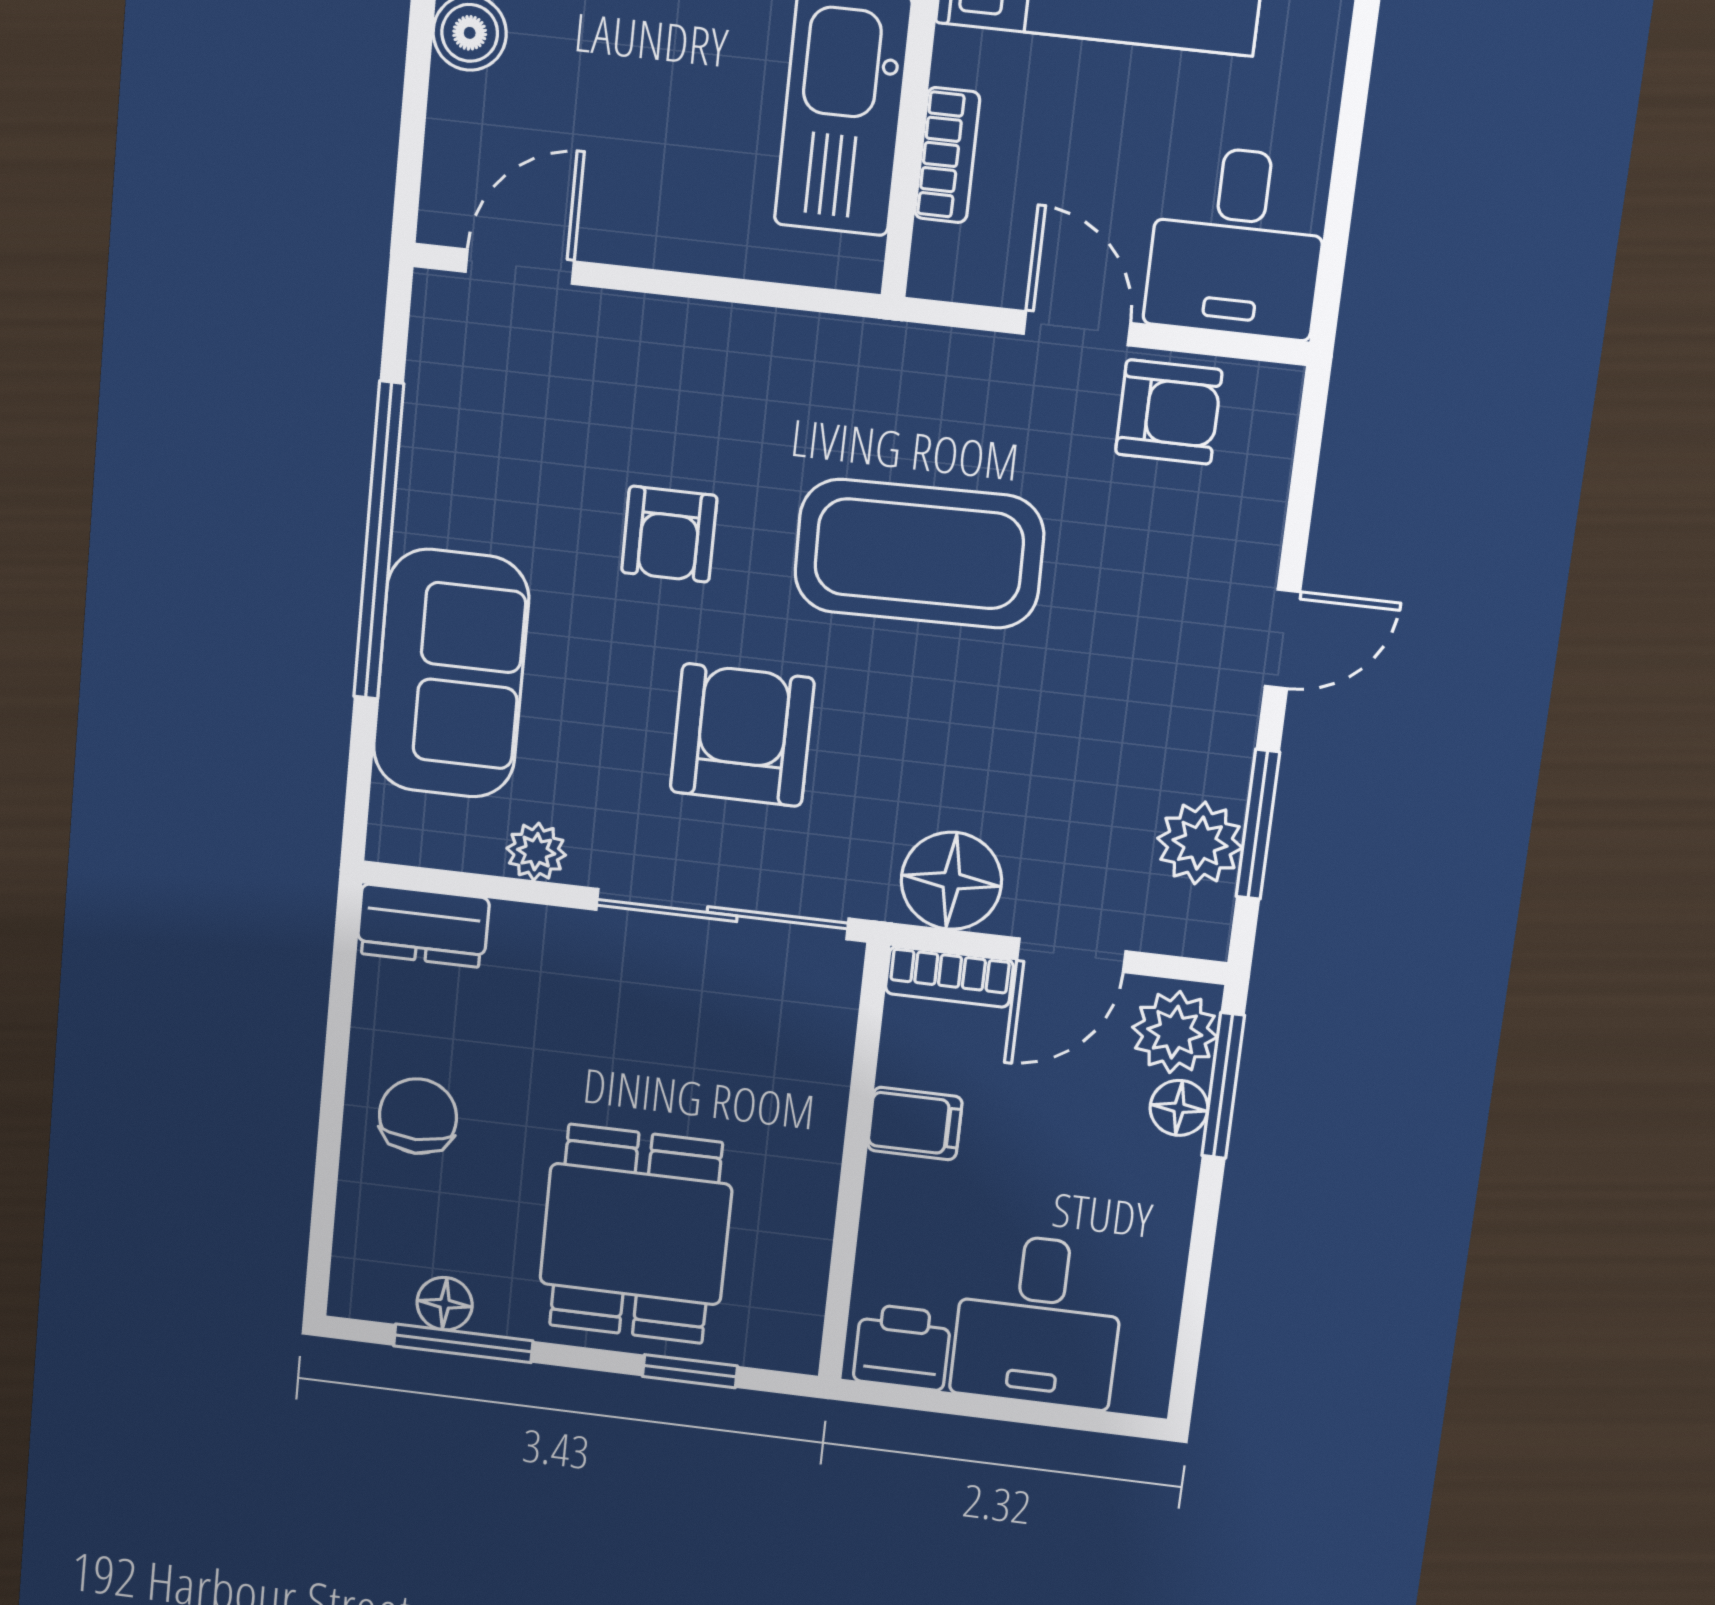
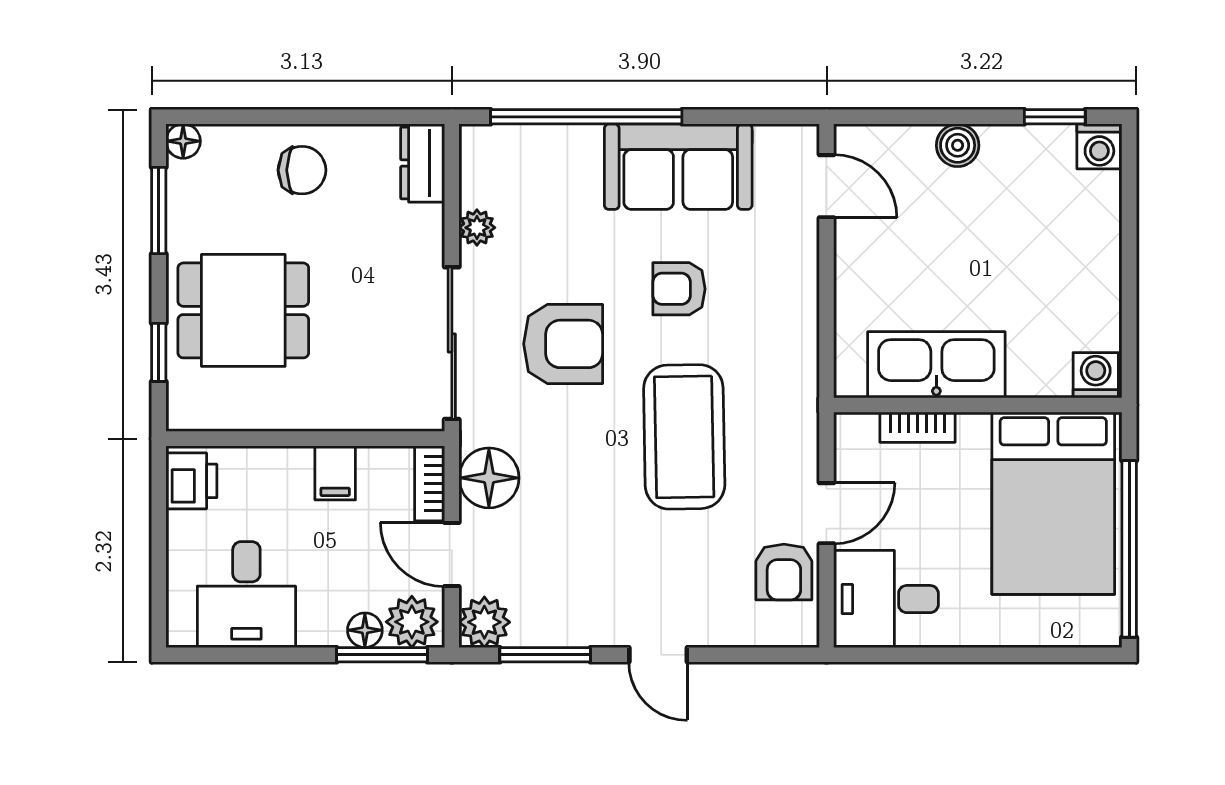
window: (379, 541) -> (586, 117), moved
sofa: (451, 674) -> (678, 167), moved
plant: (1200, 843) -> (484, 622), moved
floor lamp: (445, 1304) -> (183, 141), moved
desk: (1038, 1321) -> (246, 595), moved, turned -90

